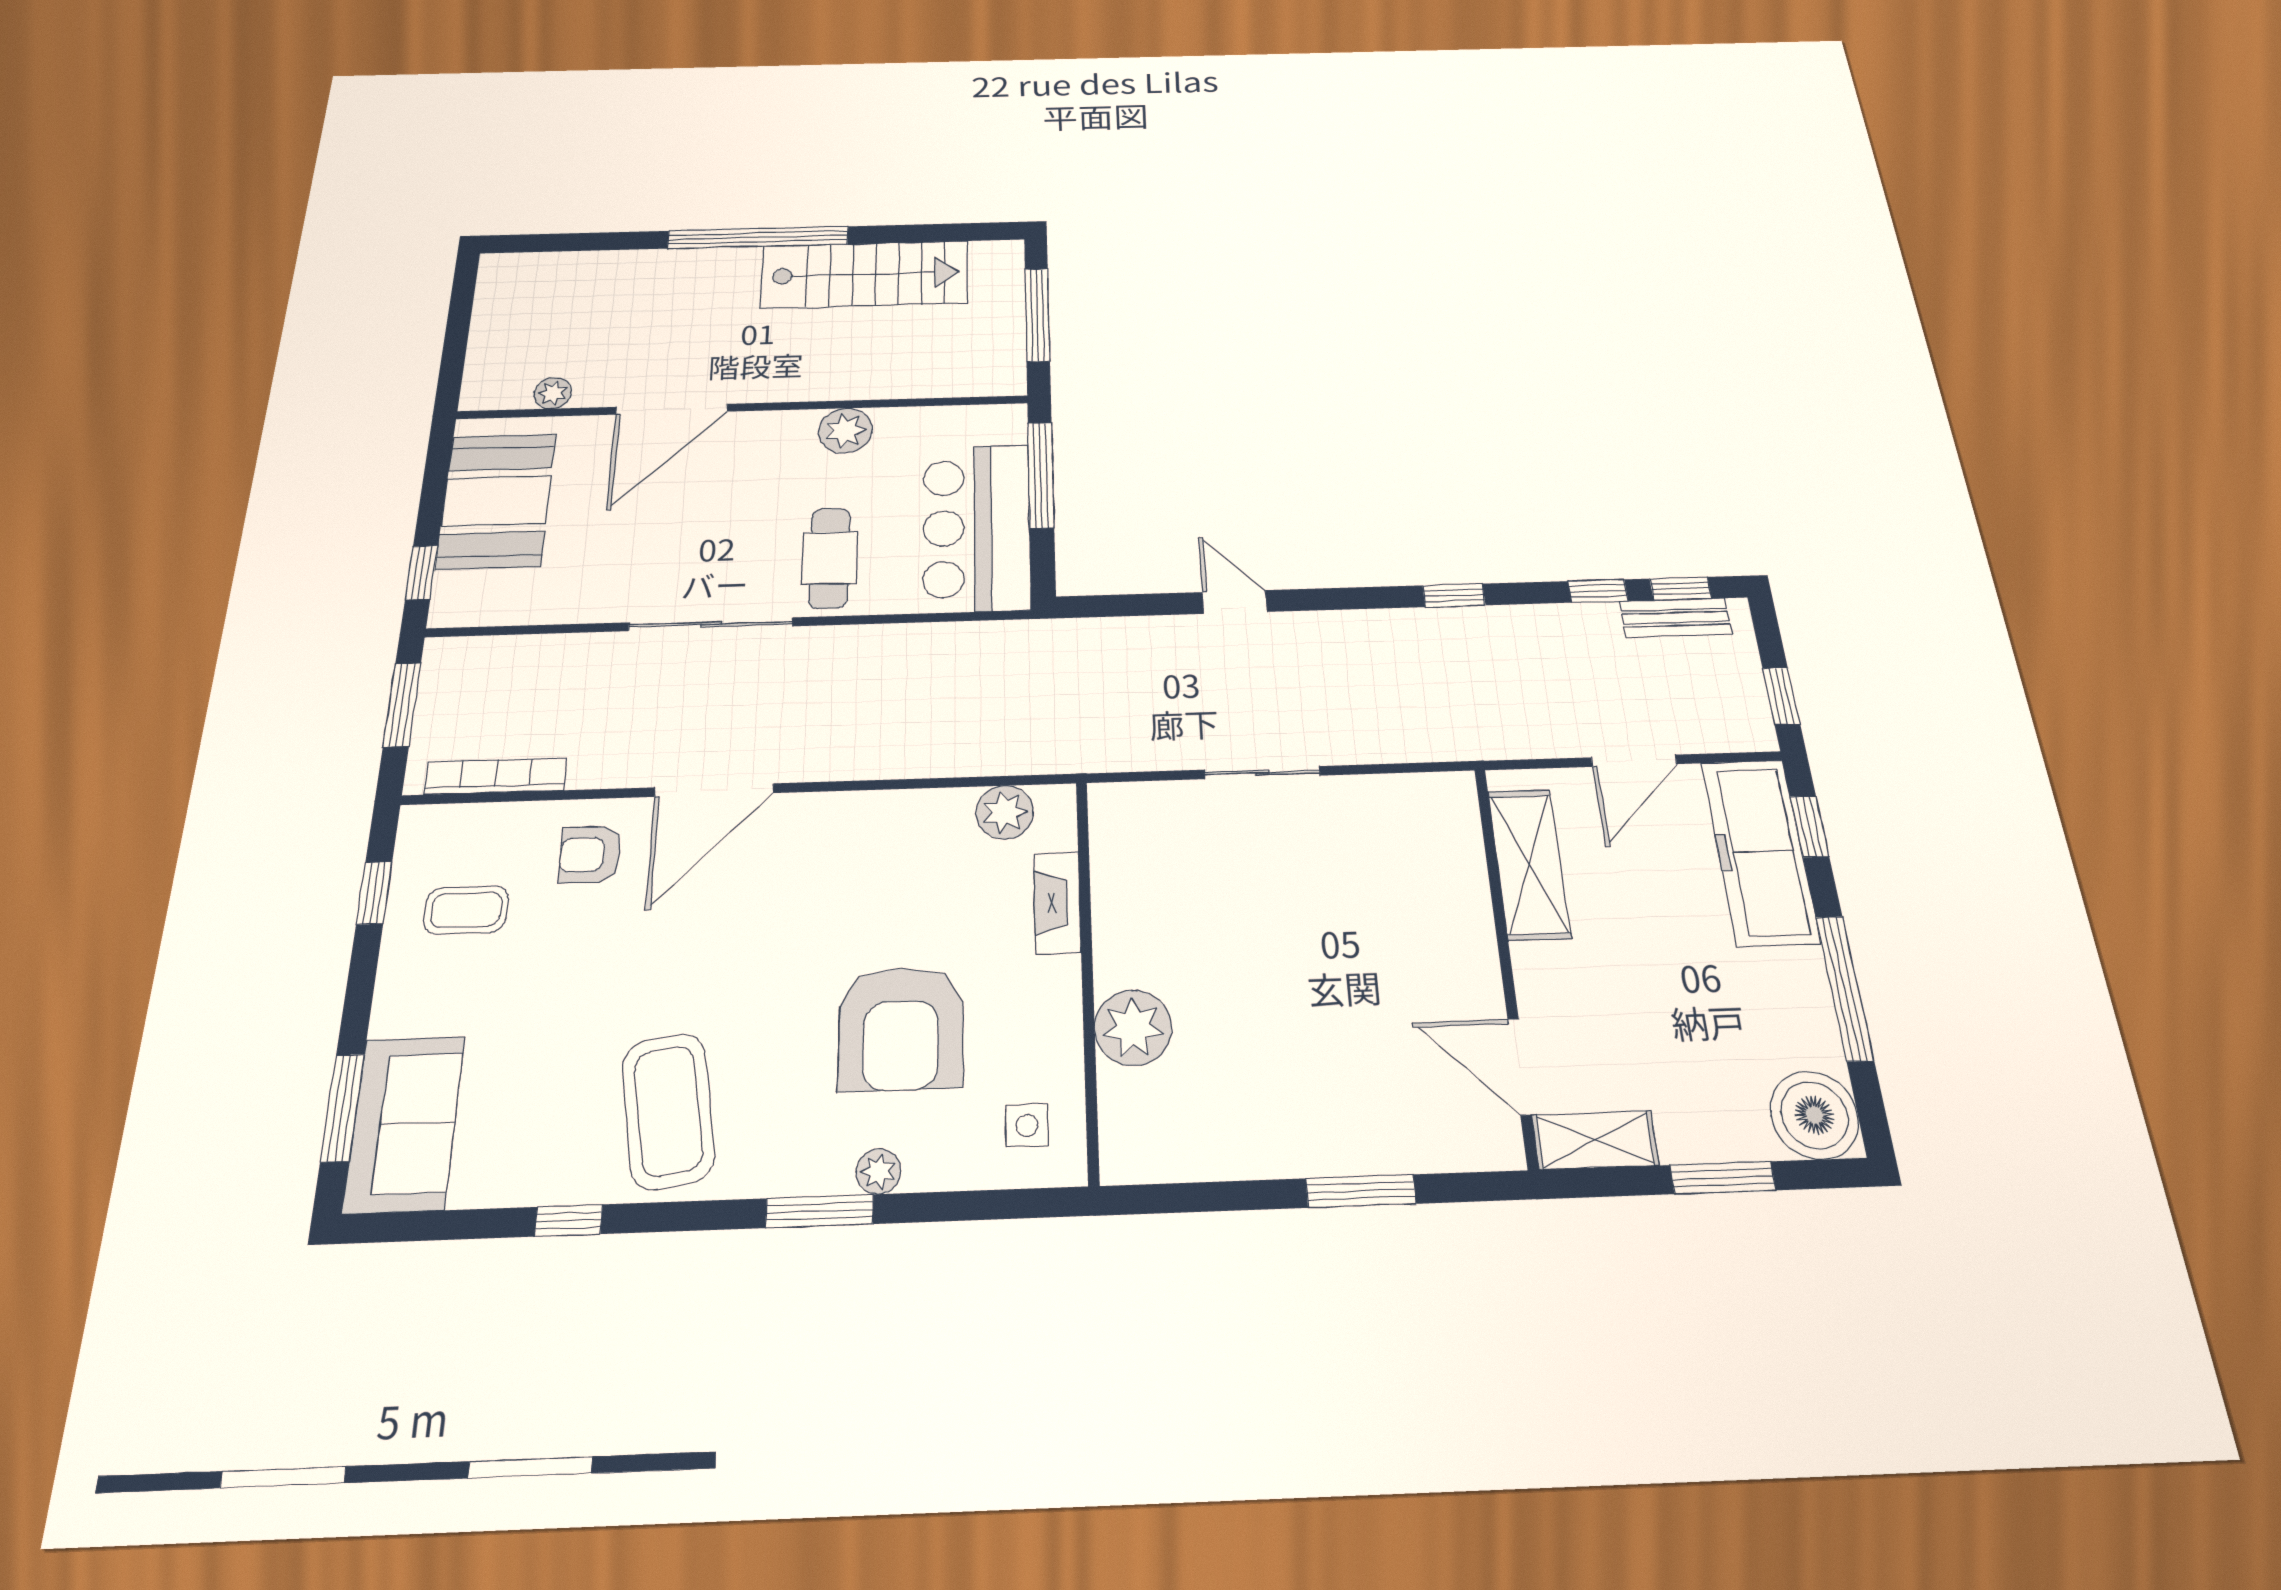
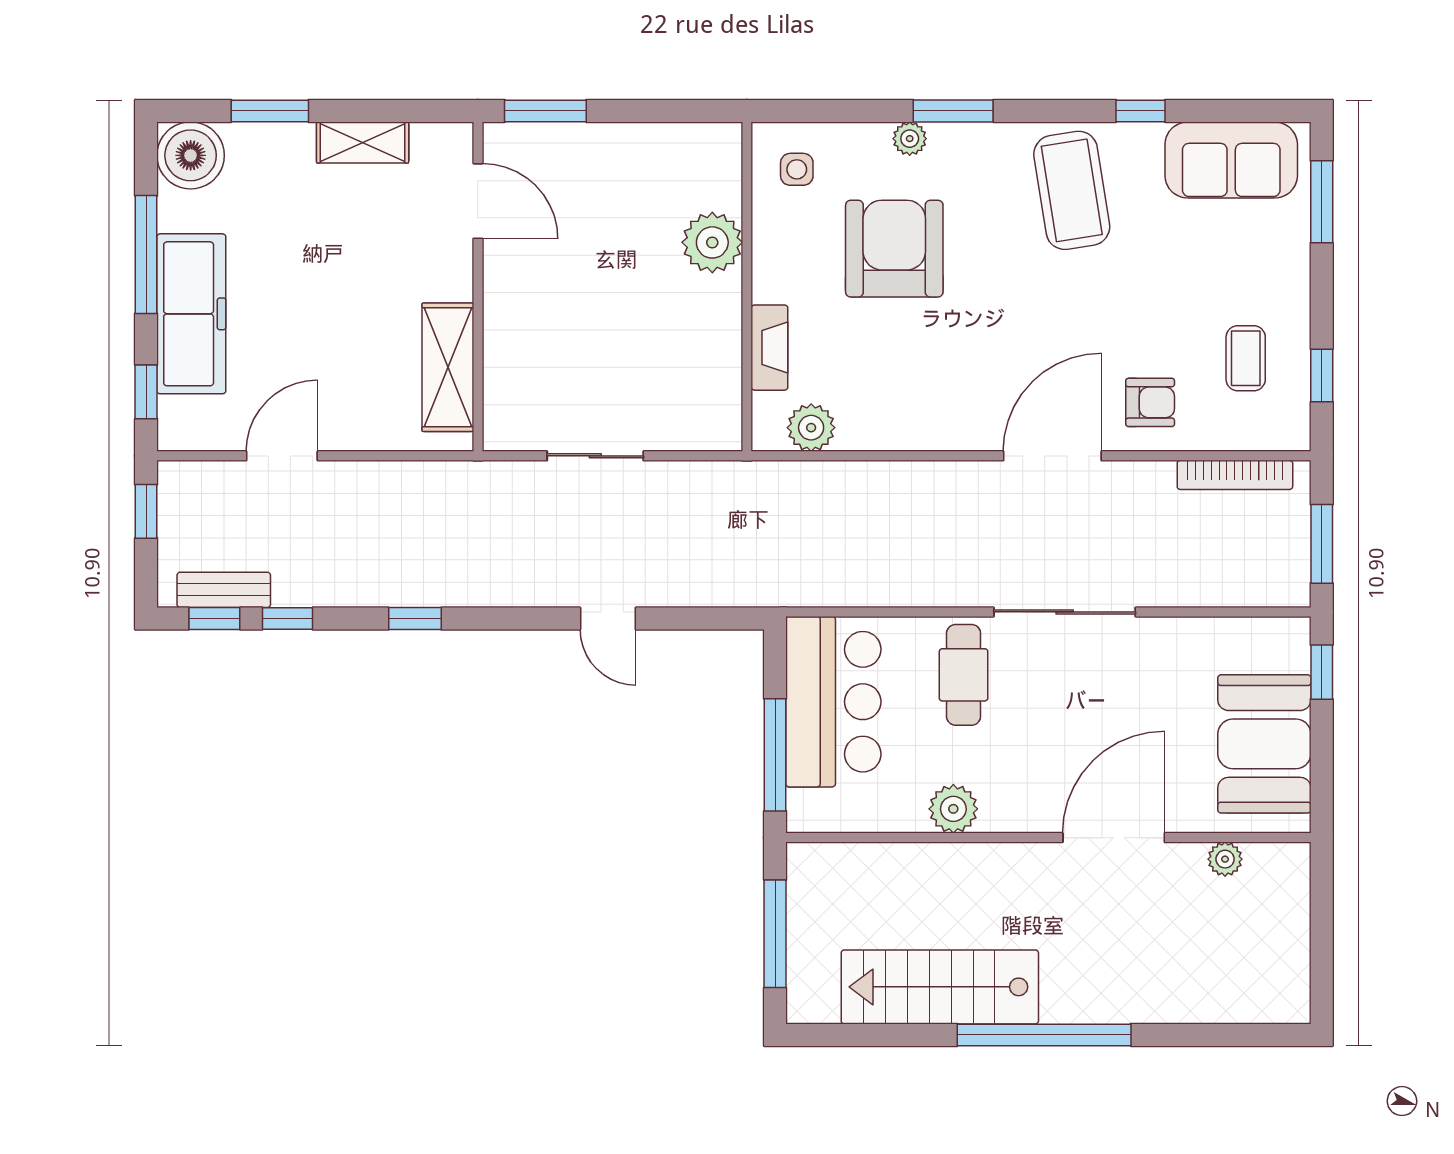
freezer: (1760, 852) -> (191, 314), moved
shelving: (1529, 864) -> (448, 367), moved
coffee table: (466, 910) -> (1246, 358), turned 90
wall: (1505, 960) -> (478, 287), moved
door: (1519, 1067) -> (478, 201), moved
sofa: (404, 1124) -> (1231, 160), moved, turned -90

